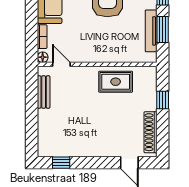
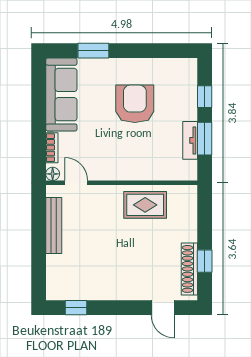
tv unit: (151, 31) -> (190, 140), width x0.71
bench: (44, 92) -> (54, 225), width x1.36
window: (163, 100) -> (205, 261), moved

